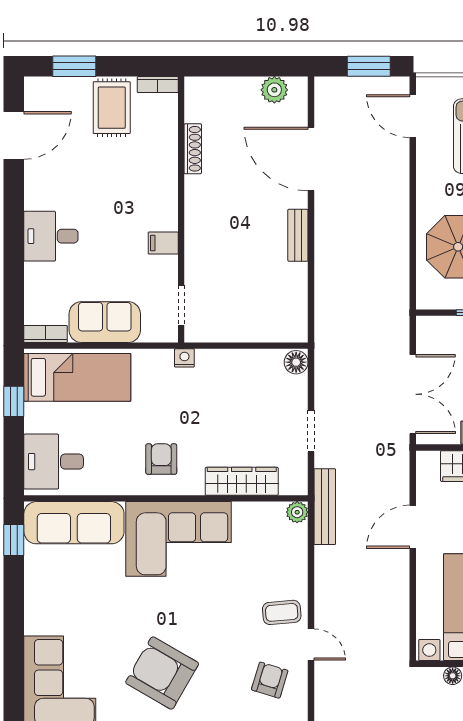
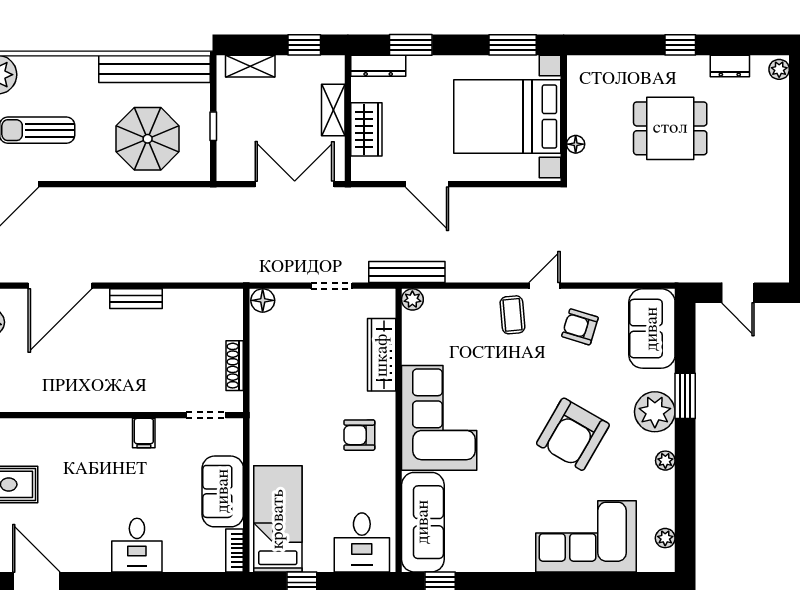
shoe rack: (193, 149) -> (235, 366), moved, turned -90
nightstand: (184, 358) -> (259, 412), removed

